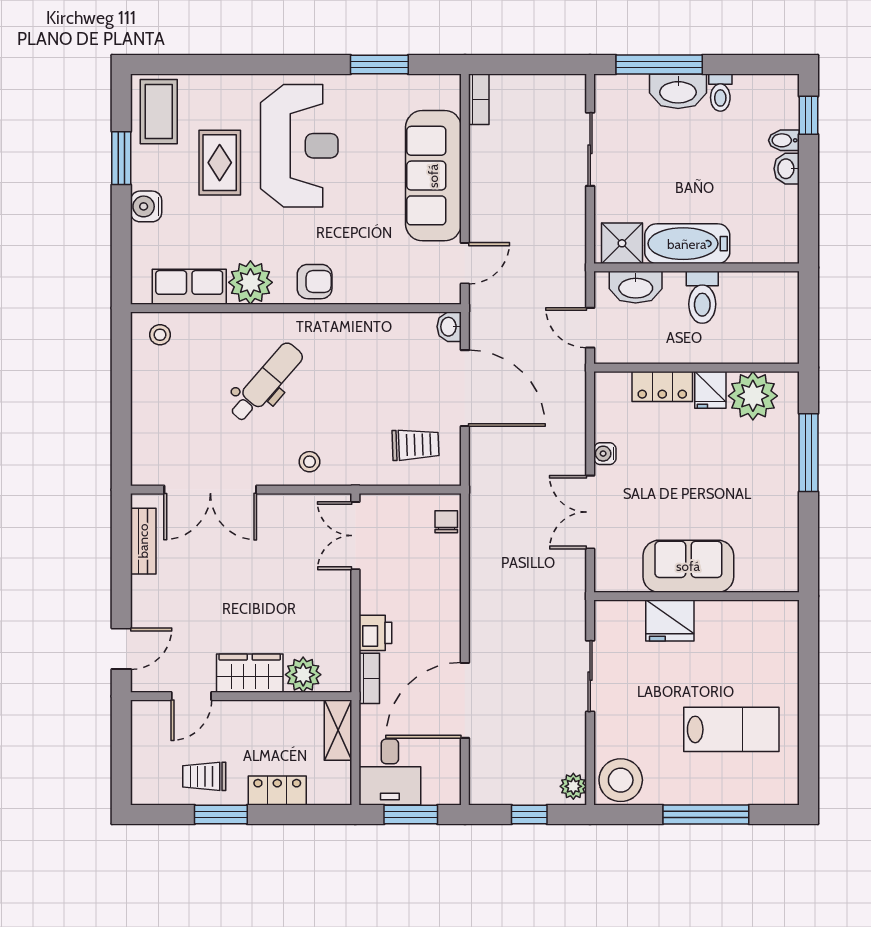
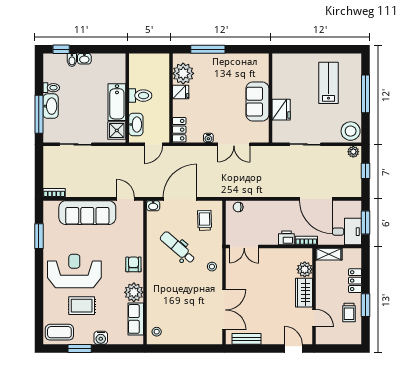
dental chair: (266, 382) -> (178, 247), moved
locker: (662, 387) -> (179, 130), moved

